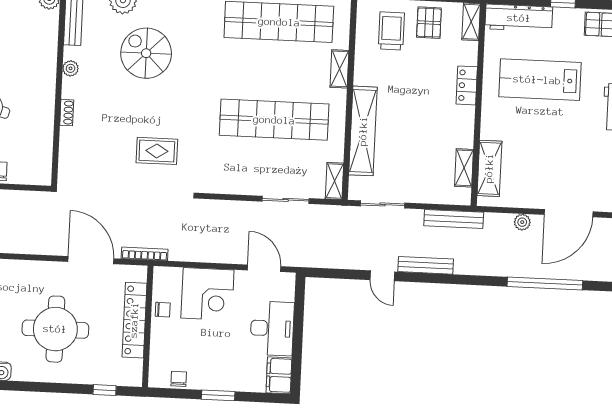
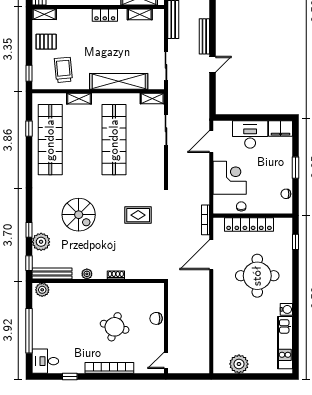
trolley: (391, 31) -> (63, 70), moved, turned 85
spiral stairs: (146, 53) -> (79, 215), moved, turned -90
locker: (467, 85) -> (105, 15), moved
rug: (157, 151) -> (138, 215), turned 90

